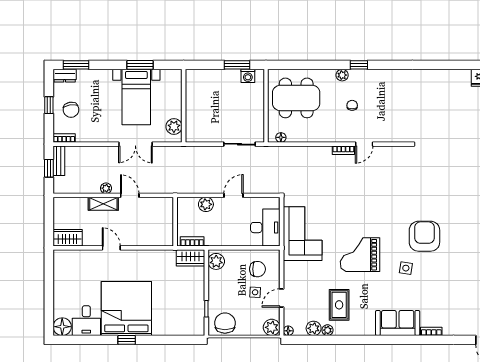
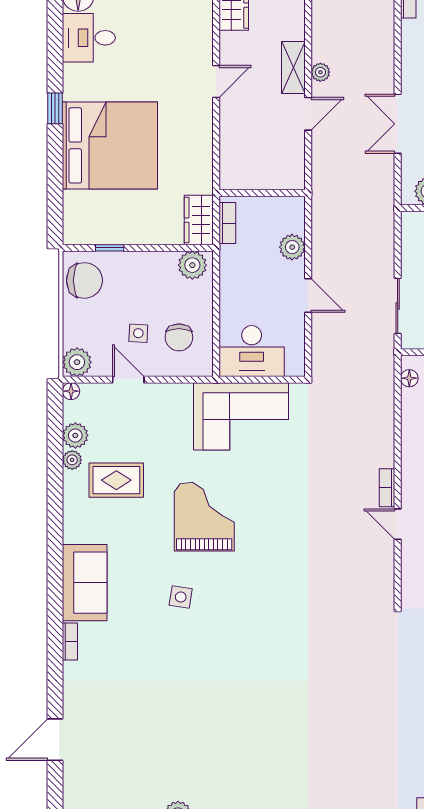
armchair: (424, 236) -> (237, 630), removed
bed: (126, 309) -> (110, 145), moved

